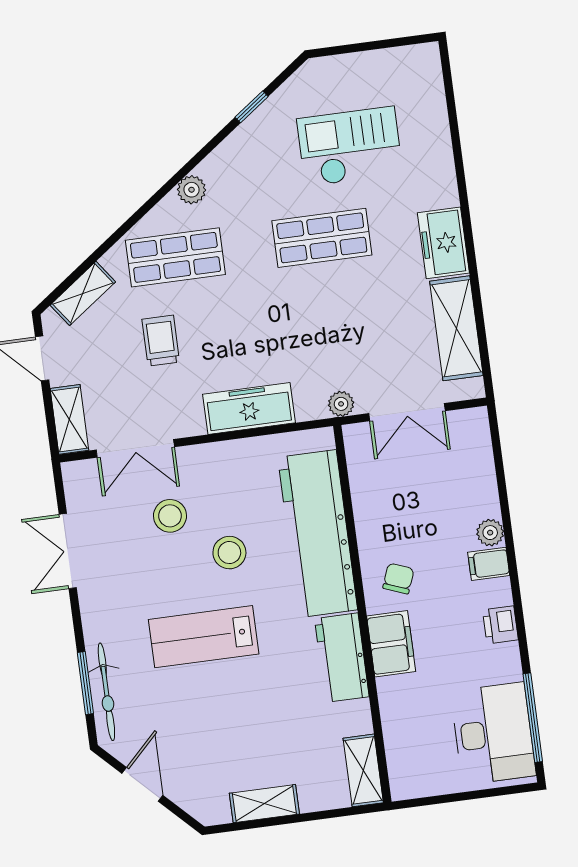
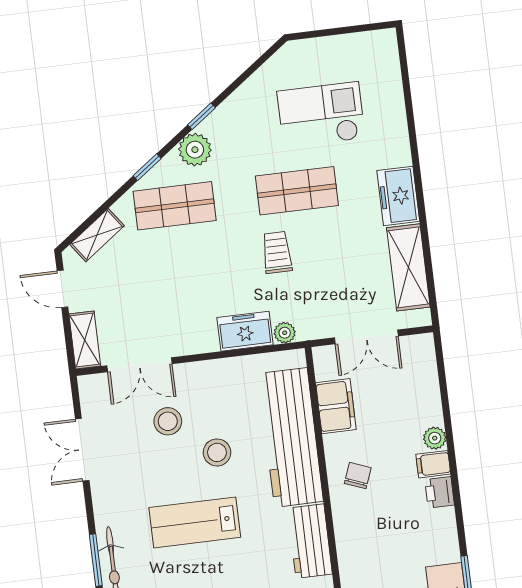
window: (252, 107) -> (202, 116), moved
plant: (192, 190) -> (195, 150), width x1.38, depth x1.38
window: (142, 212) -> (147, 167), added
trolley: (161, 341) -> (277, 252), moved
plant: (341, 404) -> (285, 333), moved
freezer: (249, 409) -> (245, 331), width x0.71
printer: (500, 625) -> (440, 492), moved
filing cabinet: (391, 644) -> (336, 406), moved

